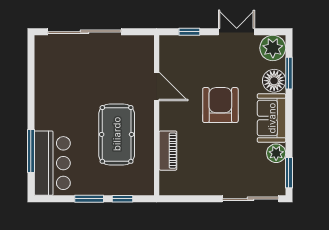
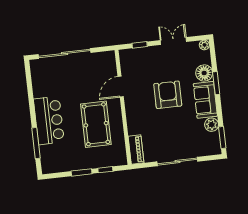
plant: (273, 48) -> (204, 45), width x0.53, depth x0.53
window: (289, 73) -> (216, 83), moved
door: (157, 86) -> (121, 87), swing flipped
piano: (168, 151) -> (136, 150), moved
bar counter: (52, 163) -> (49, 120), moved
sliding door: (251, 199) -> (177, 162), moved

